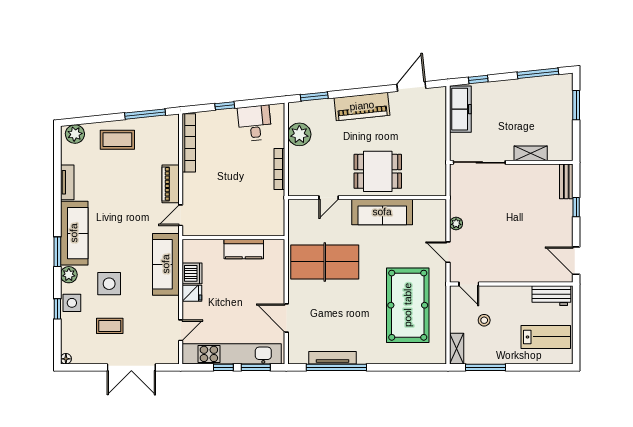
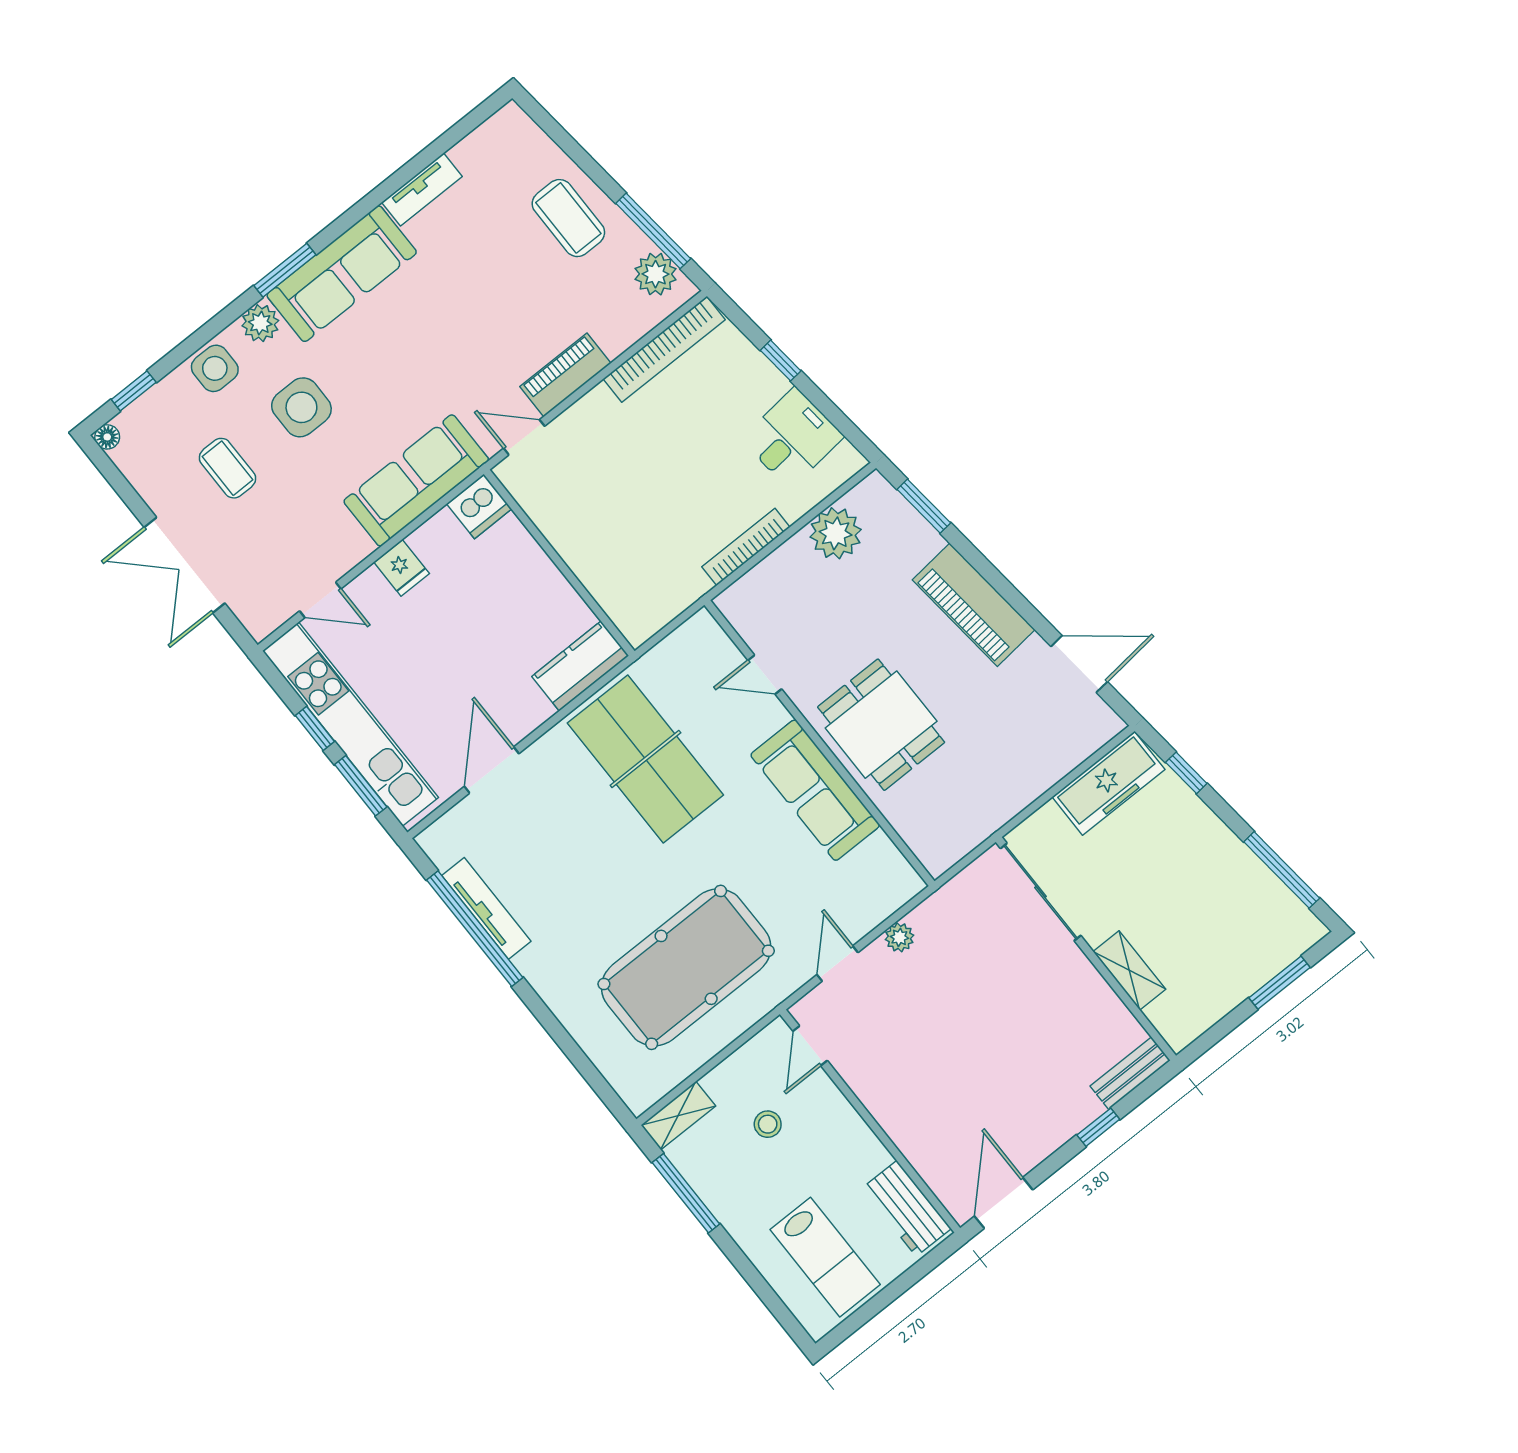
plant: (75, 134) -> (656, 274), moved
kitchen counter: (244, 249) -> (580, 666), moved, turned 90
dishwasher: (192, 273) -> (479, 506), moved
window: (57, 309) -> (134, 391), moved

